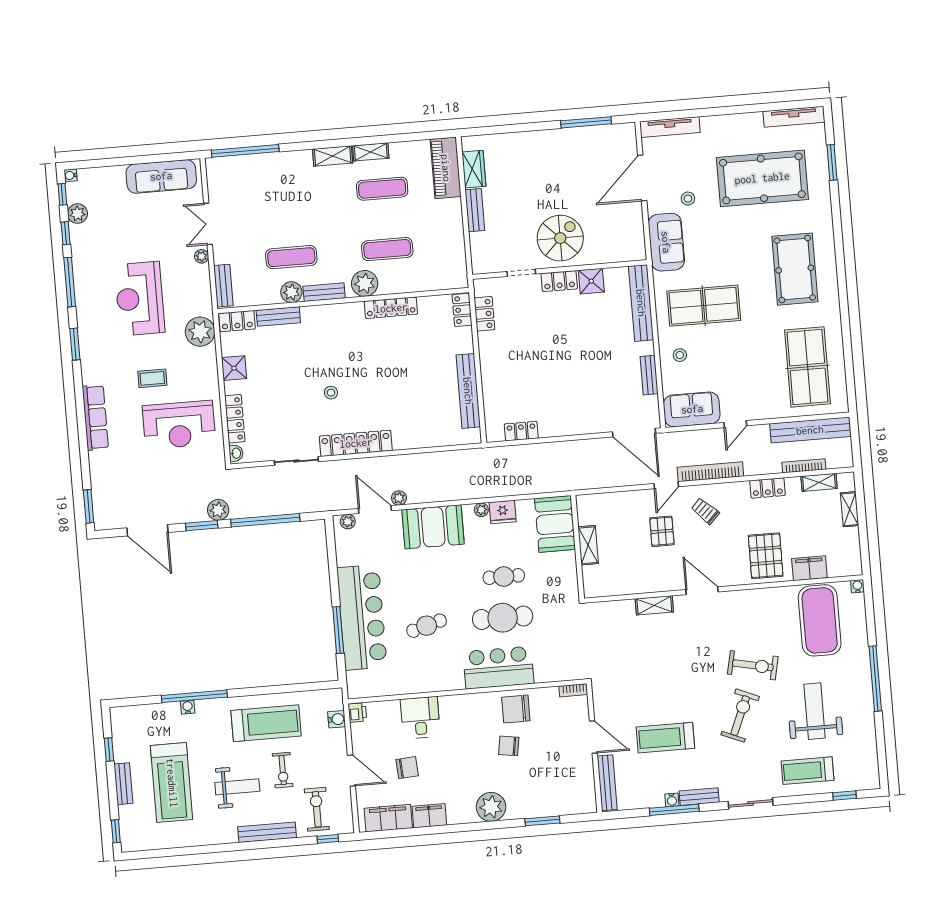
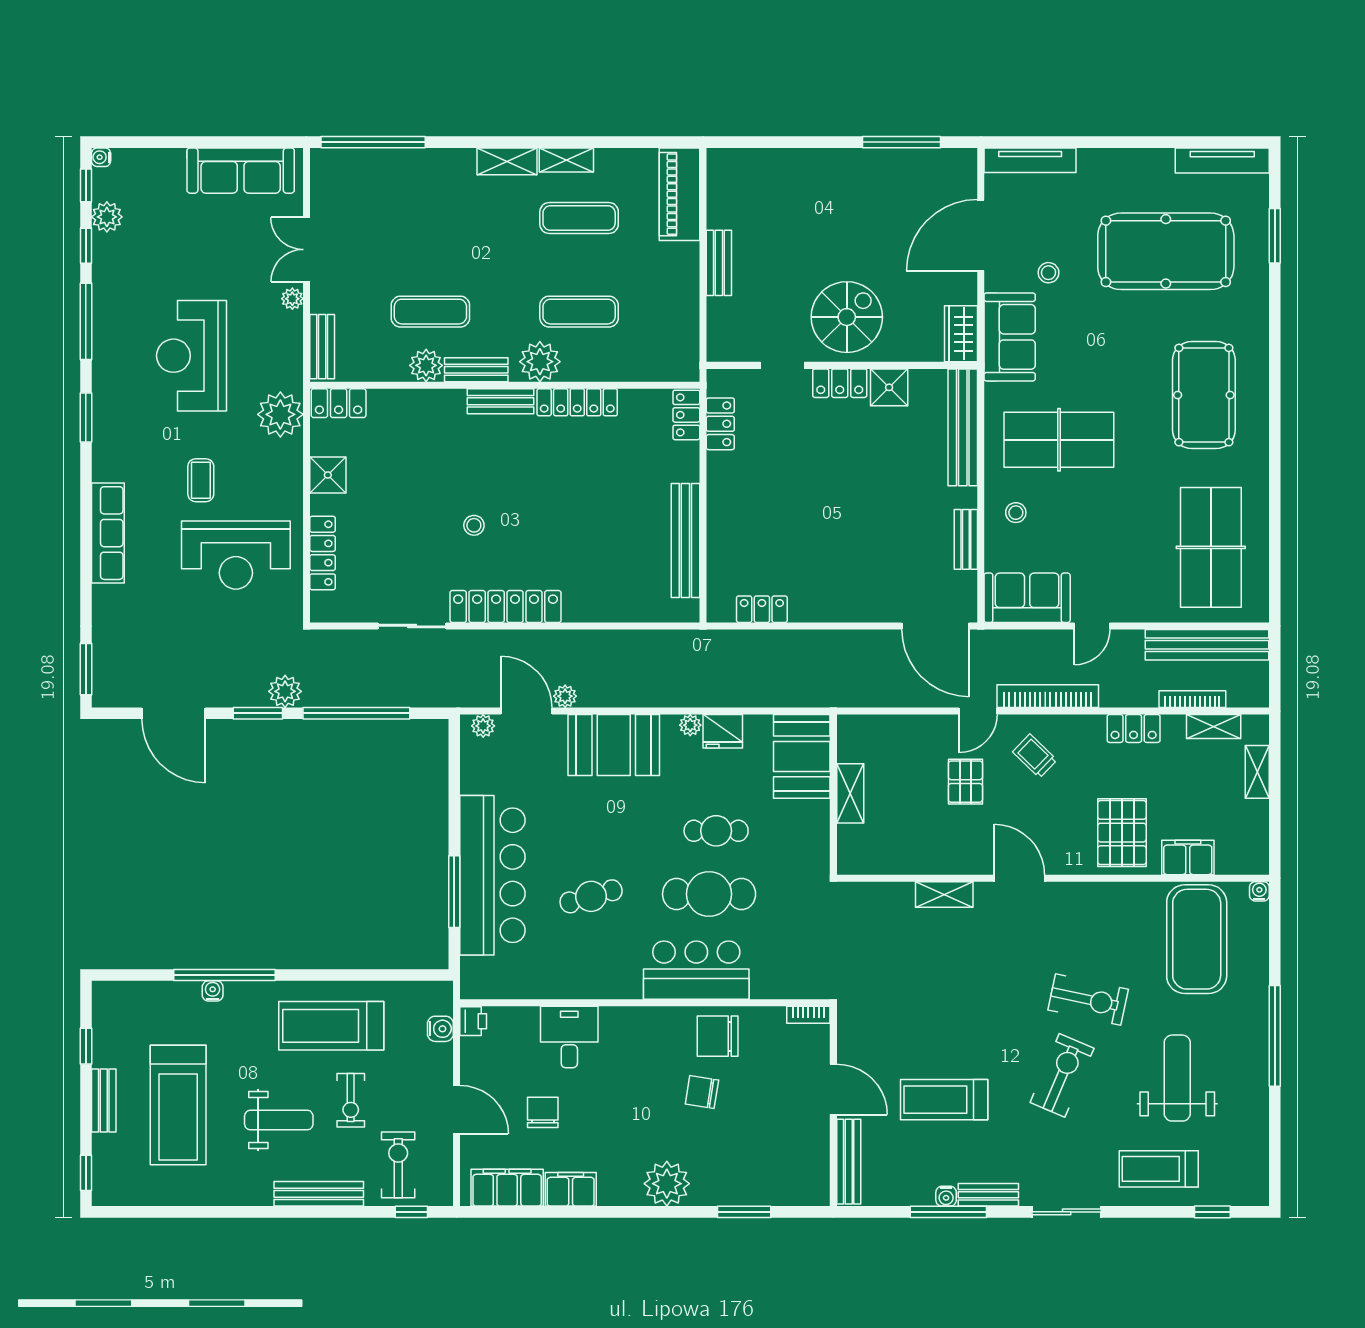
wardrobe: (474, 169) -> (961, 334), moved, turned 180
bench: (278, 316) -> (500, 401), moved
coffee table: (152, 378) -> (201, 480), turned 90
washbasin: (236, 453) -> (320, 606), removed
treadmill: (266, 723) -> (331, 1026), turned 180
chair: (407, 768) -> (543, 1112), turned -86

